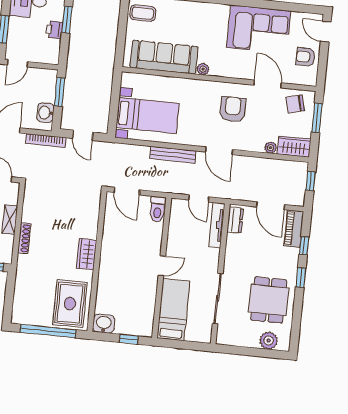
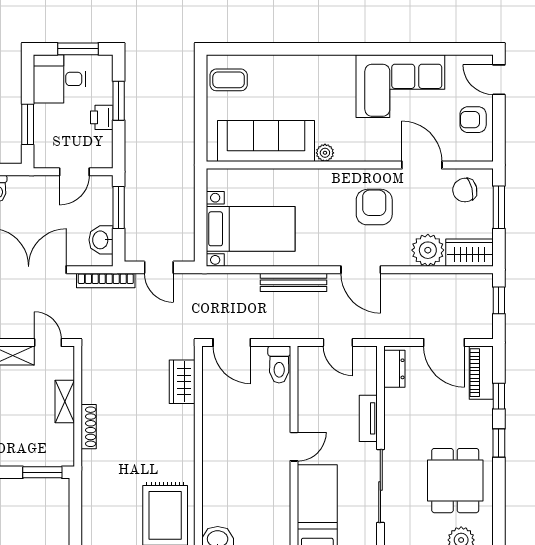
door: (18, 63) -> (74, 172), moved
plant: (271, 148) -> (428, 250), width x1.88, depth x1.88
tv unit: (217, 225) -> (368, 418), moved, width x0.71
wardrobe: (87, 254) -> (182, 382), moved

